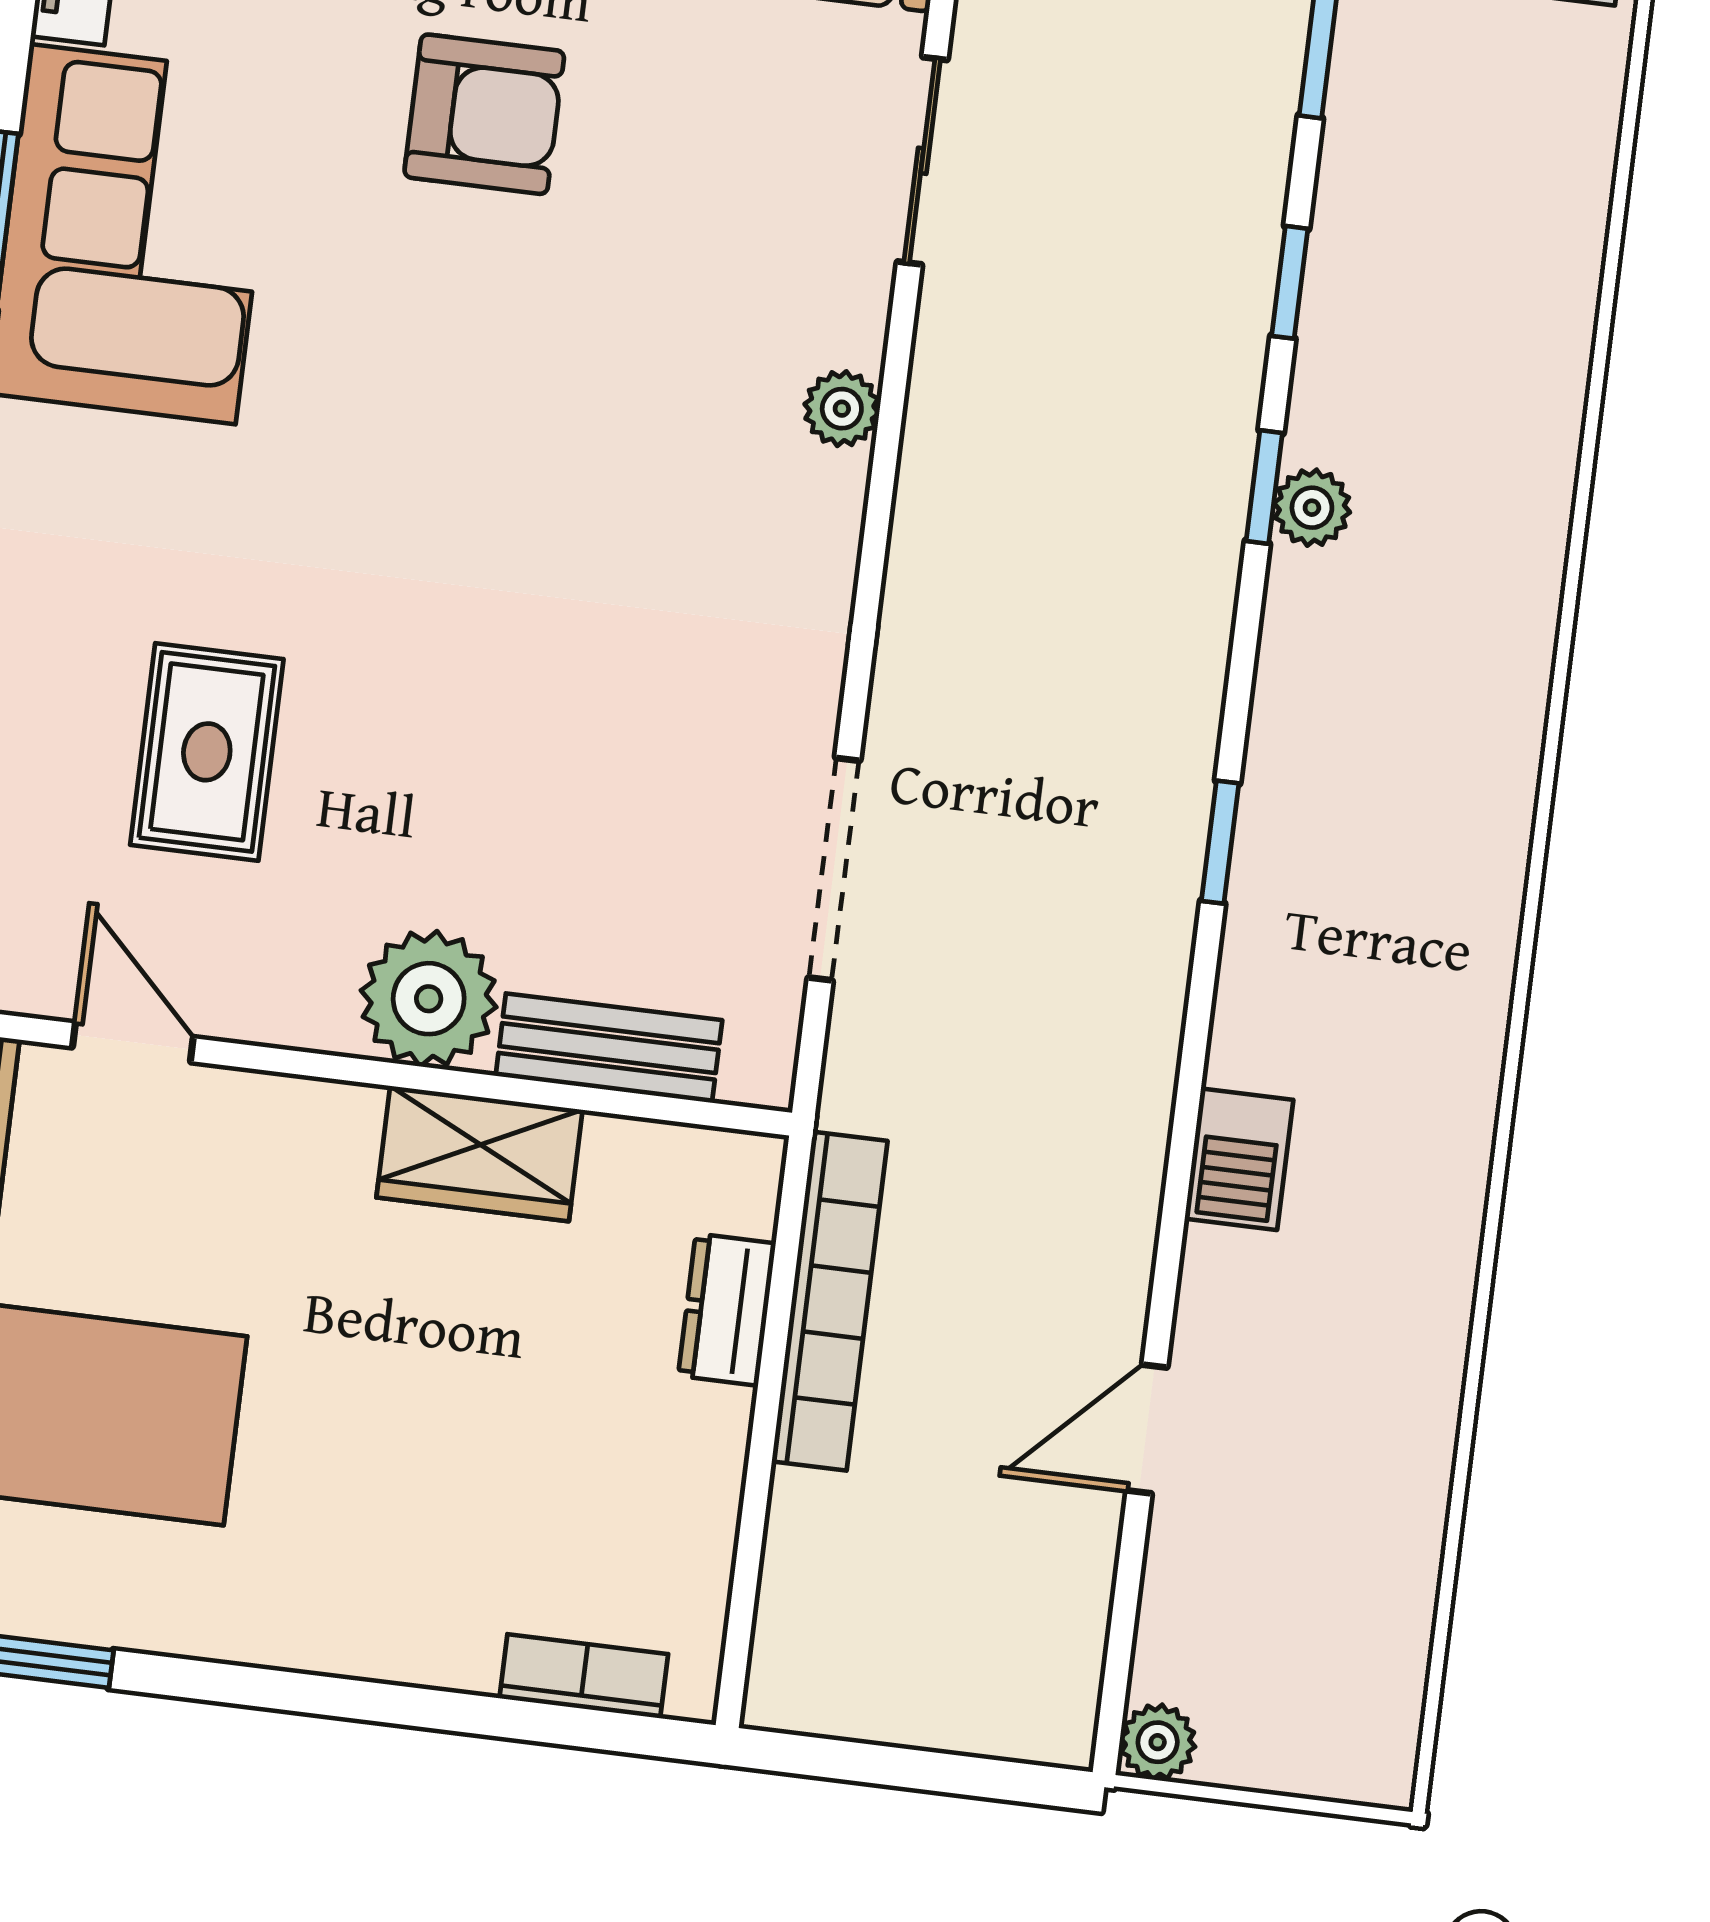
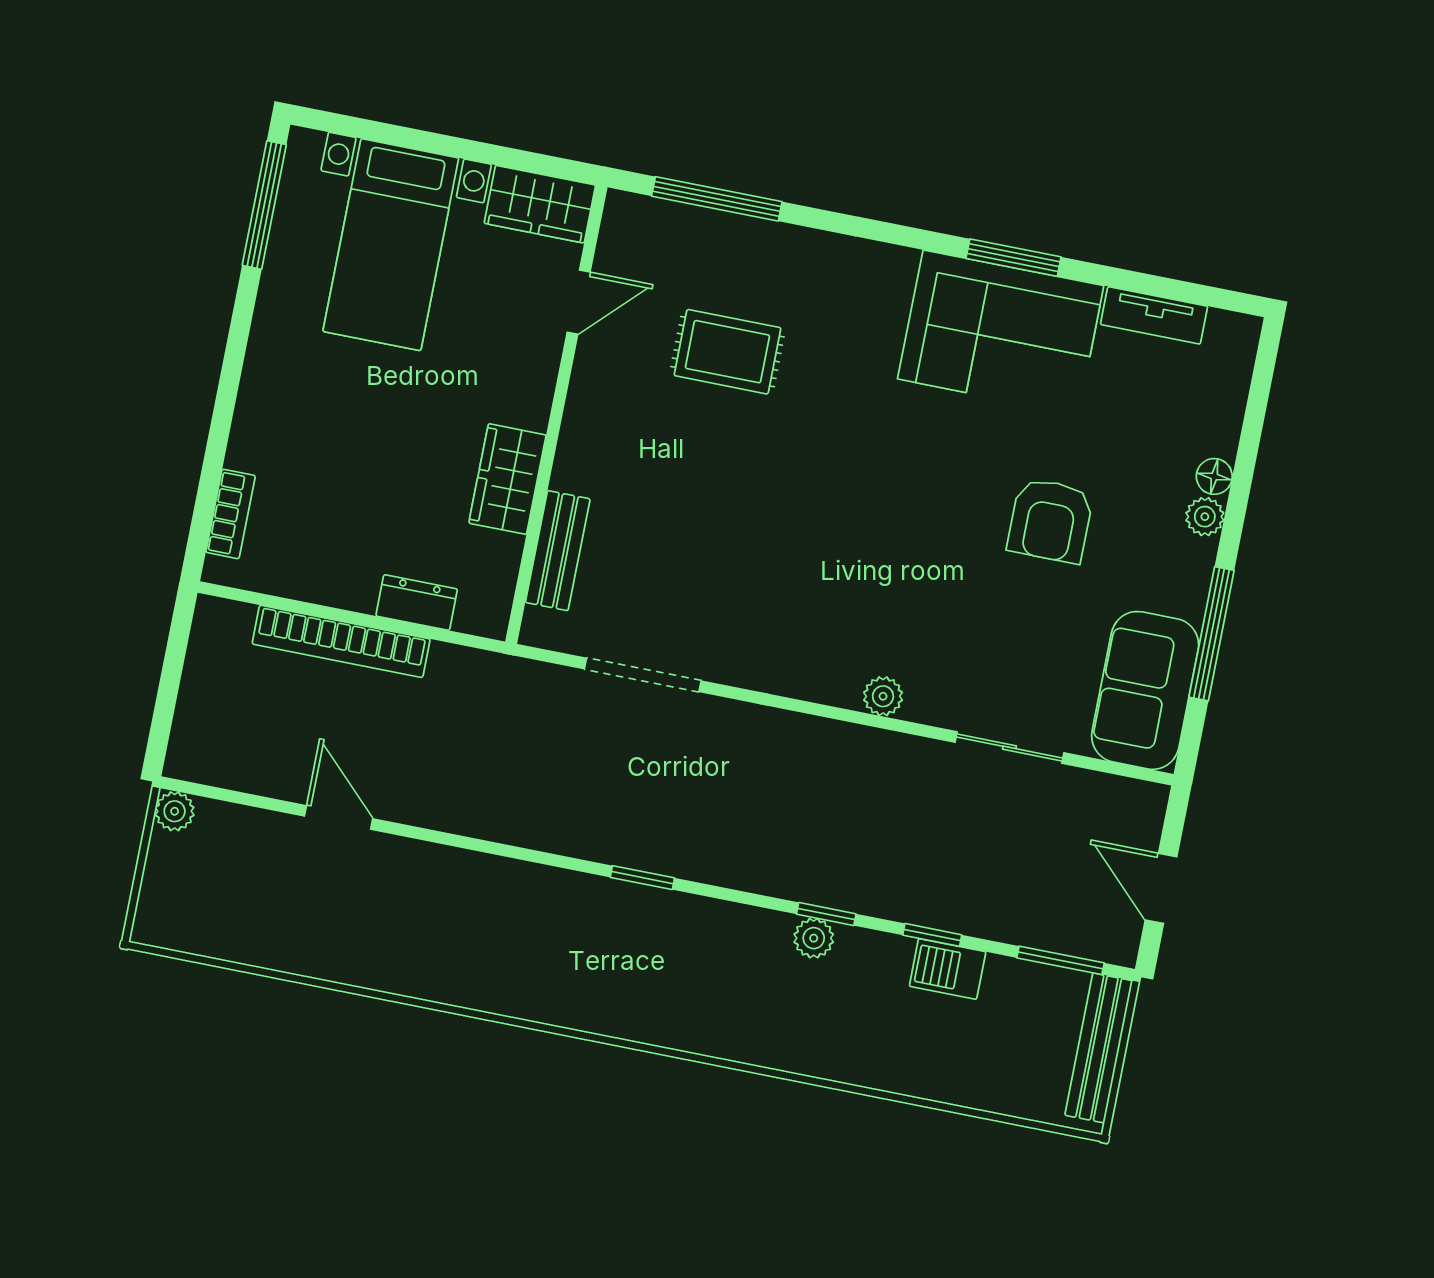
plant: (429, 999) -> (590, 458), removed
barbecue: (1239, 1159) -> (948, 969), moved
bookcase: (830, 1301) -> (341, 641), moved

